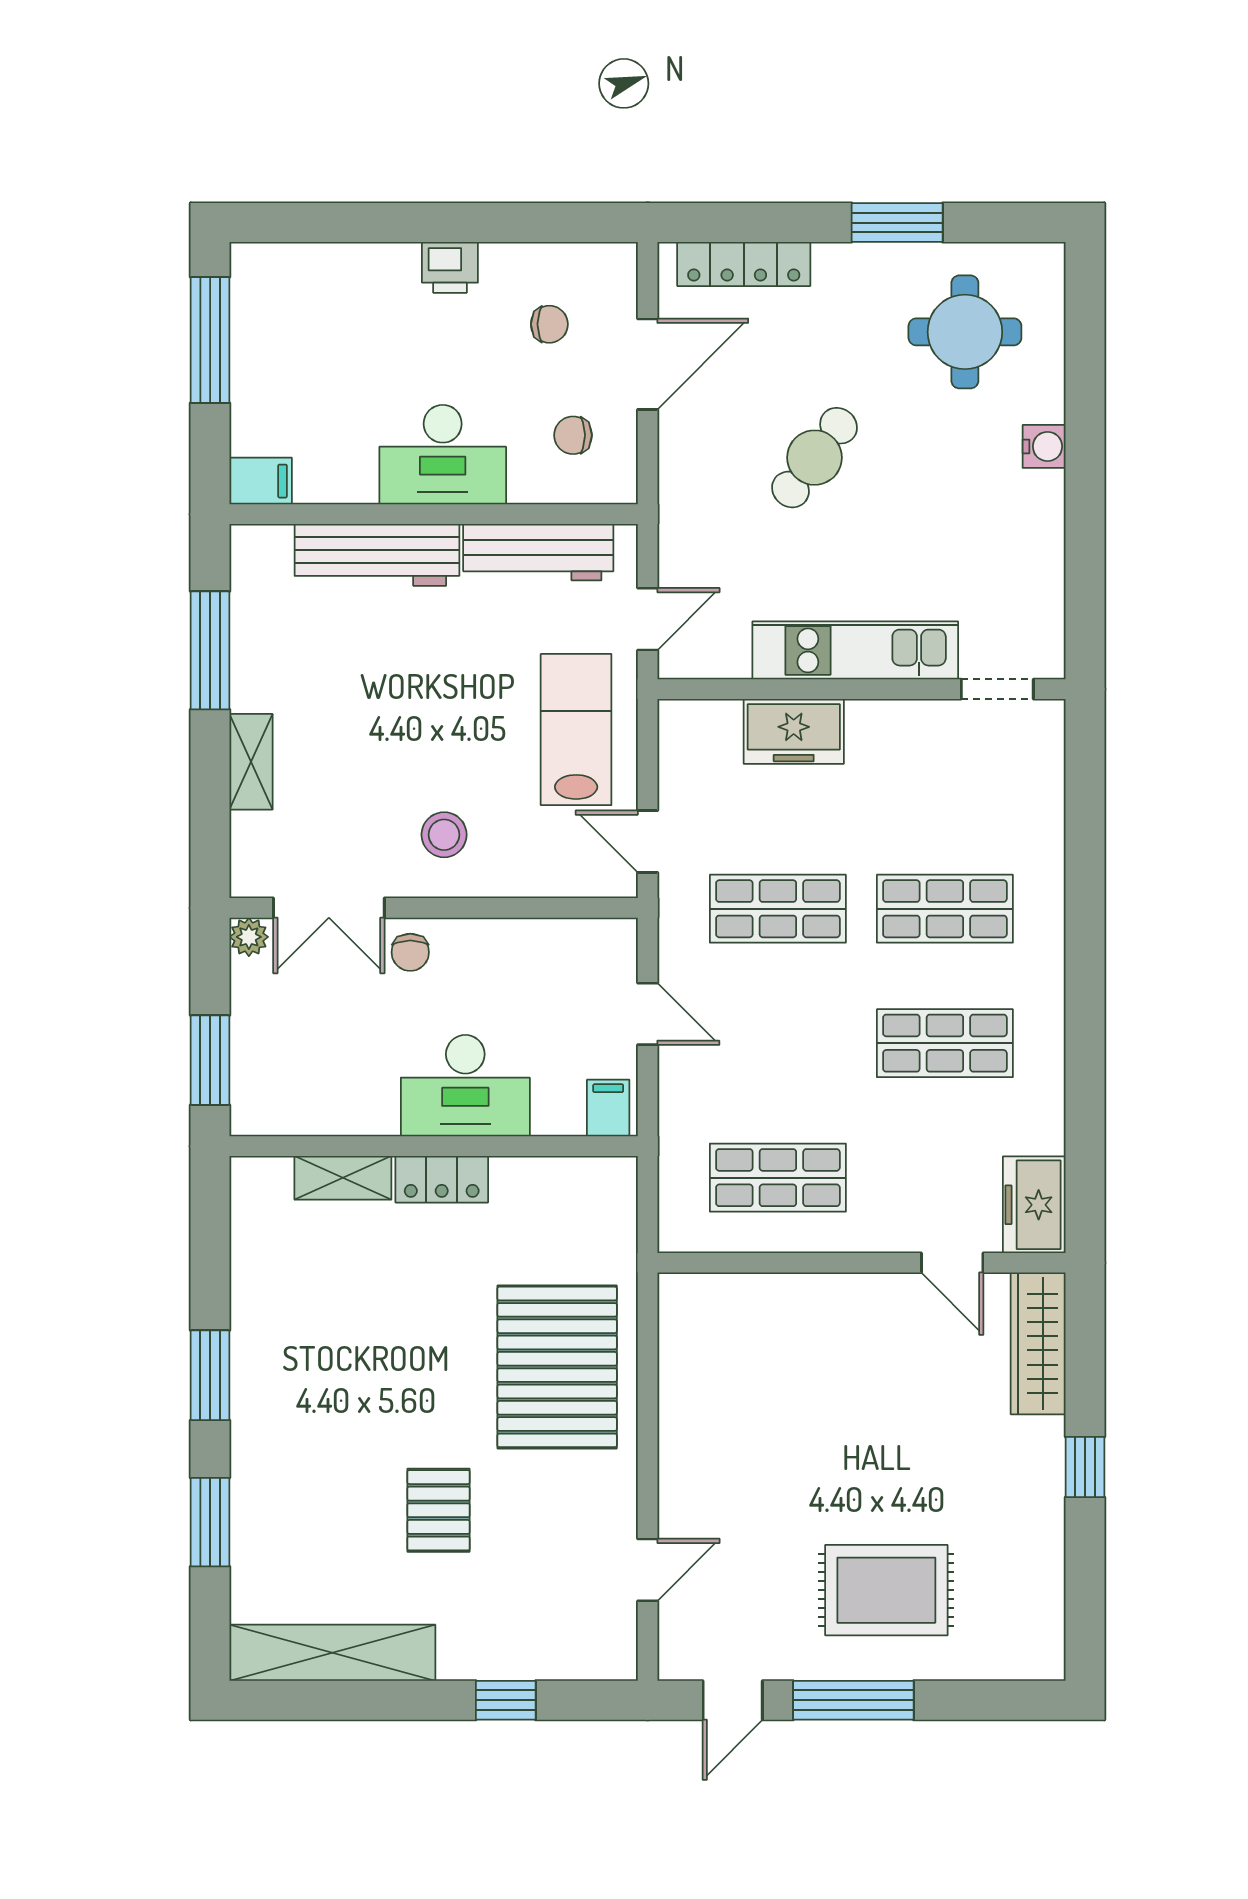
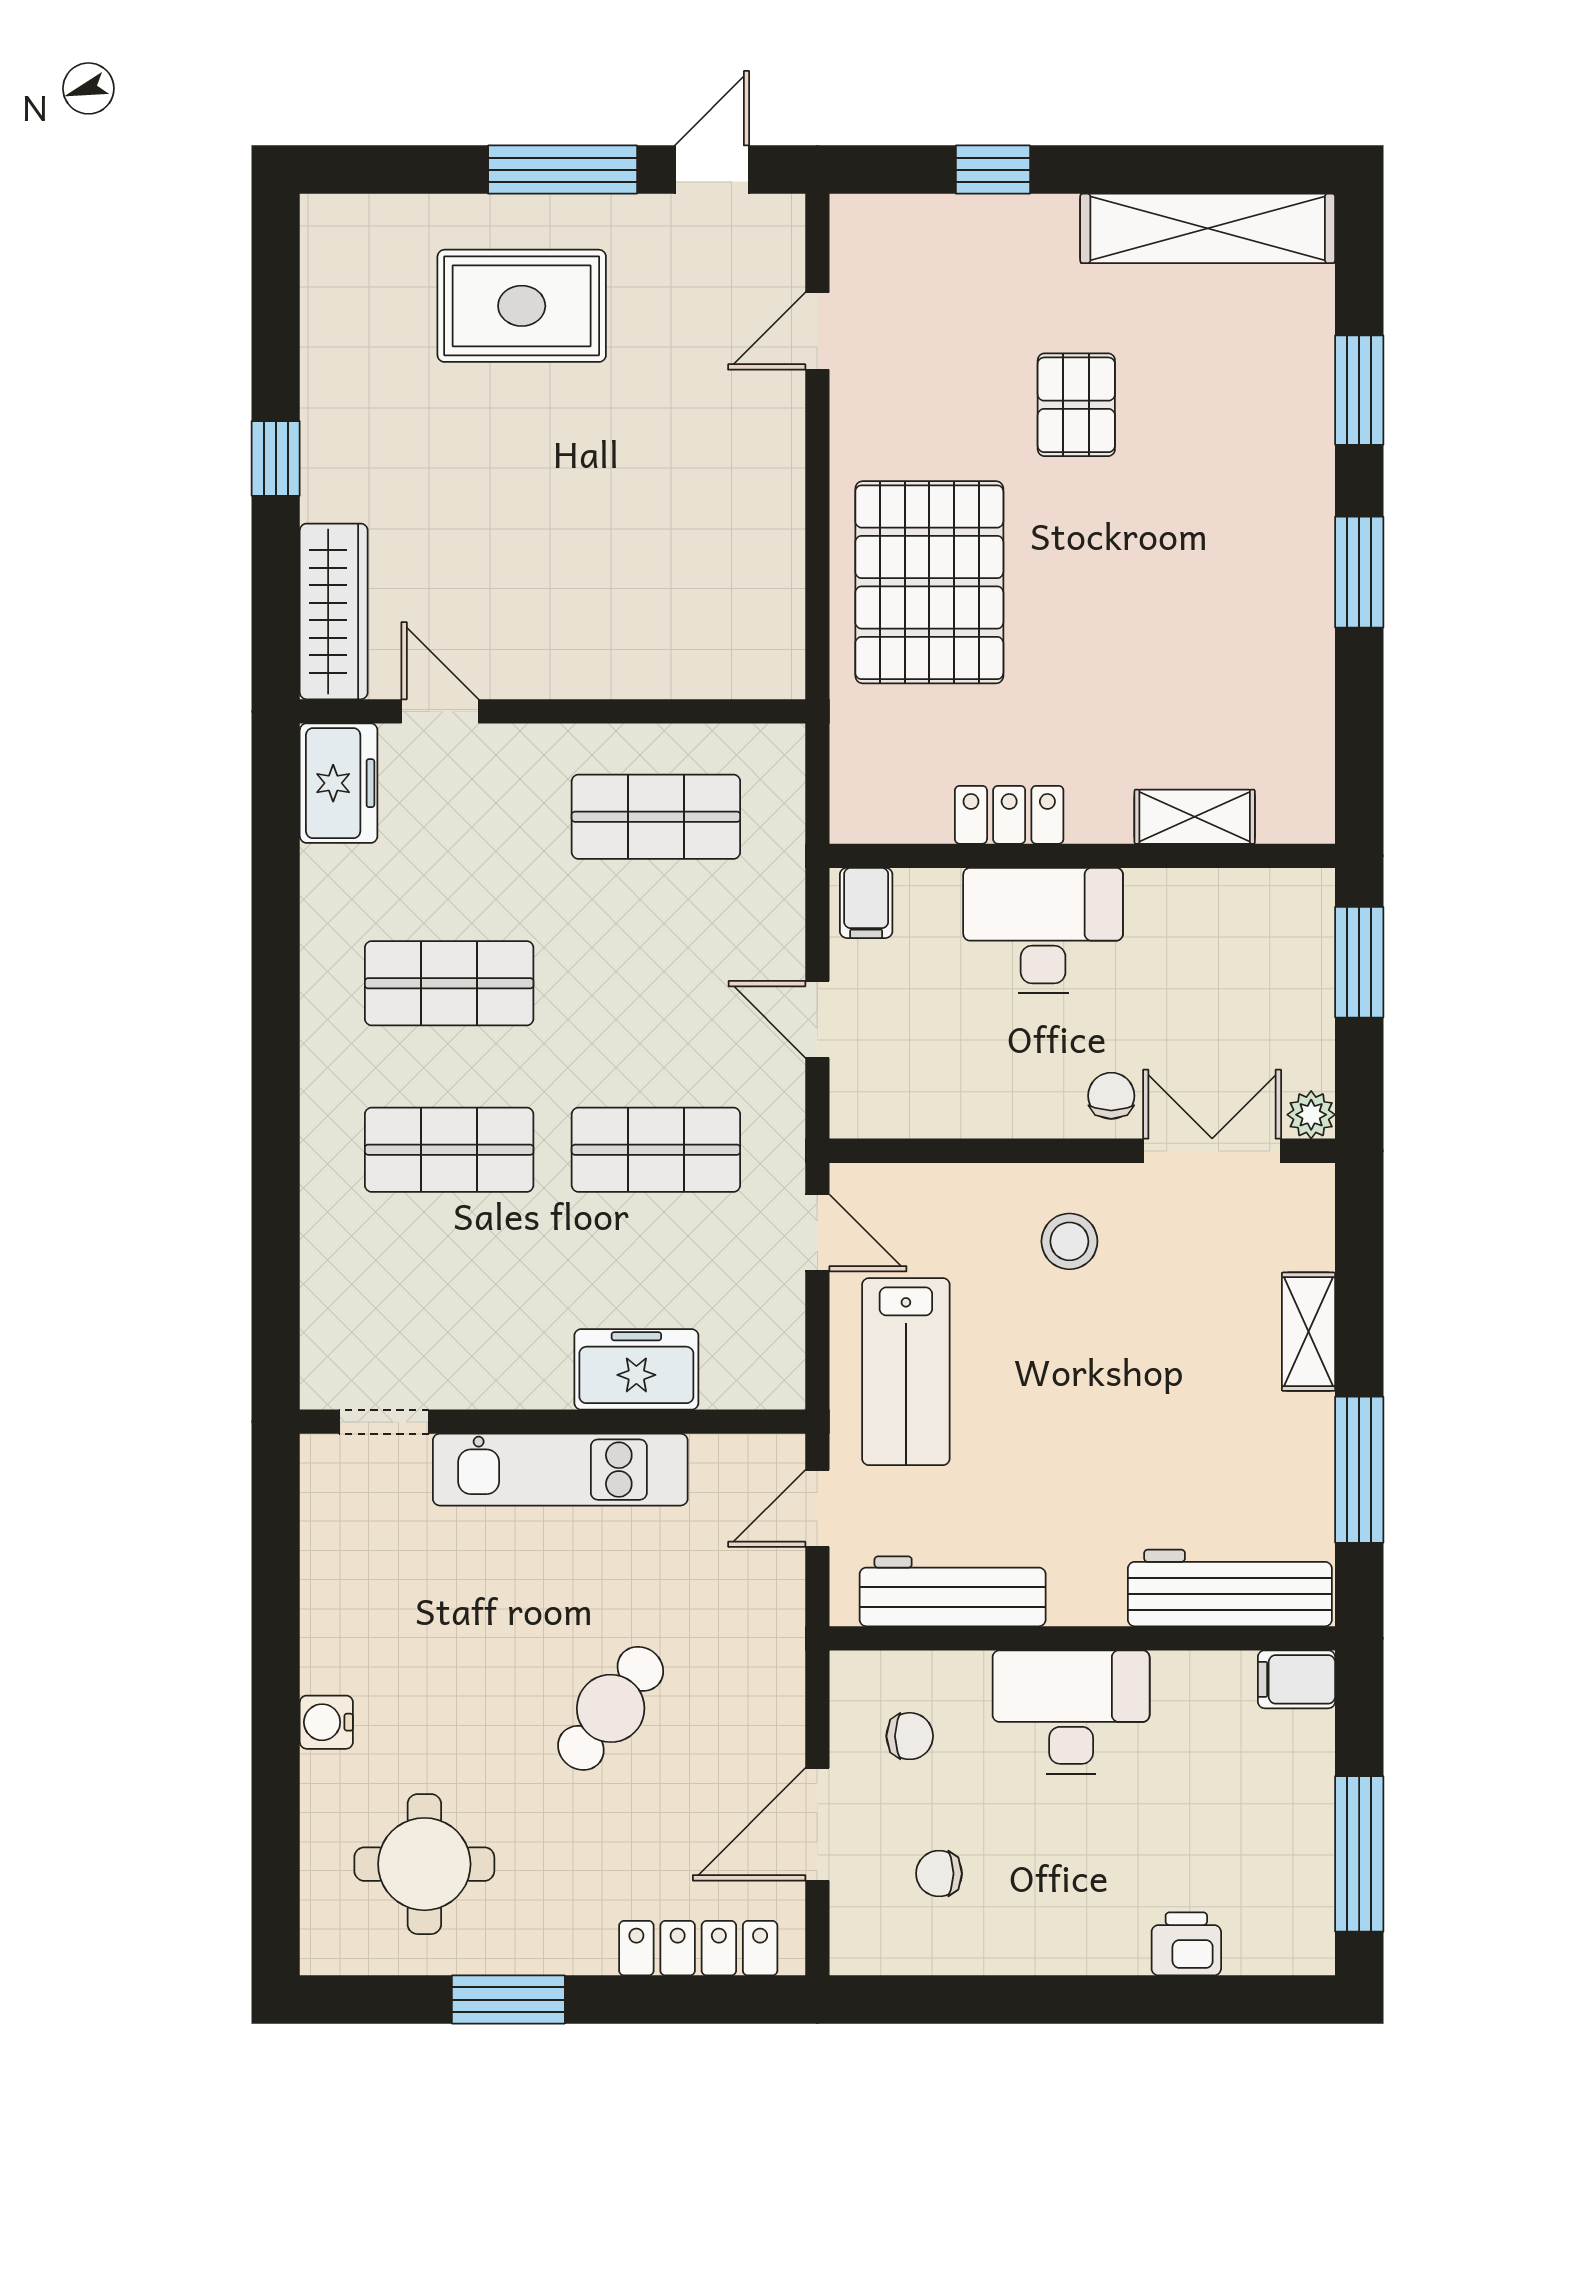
printer: (450, 267) -> (1186, 1944), moved
workbench: (377, 555) -> (1230, 1588), moved
locker: (442, 1179) -> (1009, 815), moved

